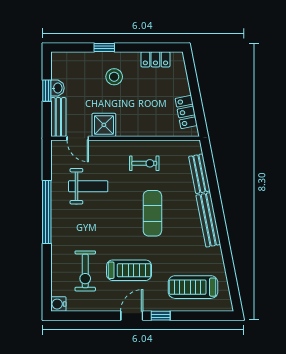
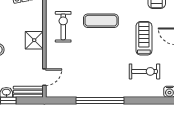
shower: (104, 125) -> (34, 40), moved
exercise bike: (144, 163) -> (63, 27), width x1.38, depth x1.39
weight bench: (88, 186) -> (81, 69), removed

